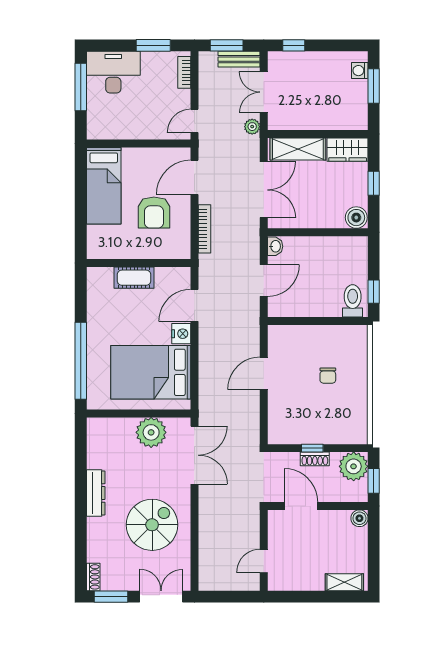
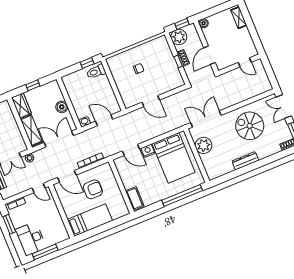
boiler: (356, 218) -> (62, 107), moved
cot: (134, 278) -> (135, 198), moved

